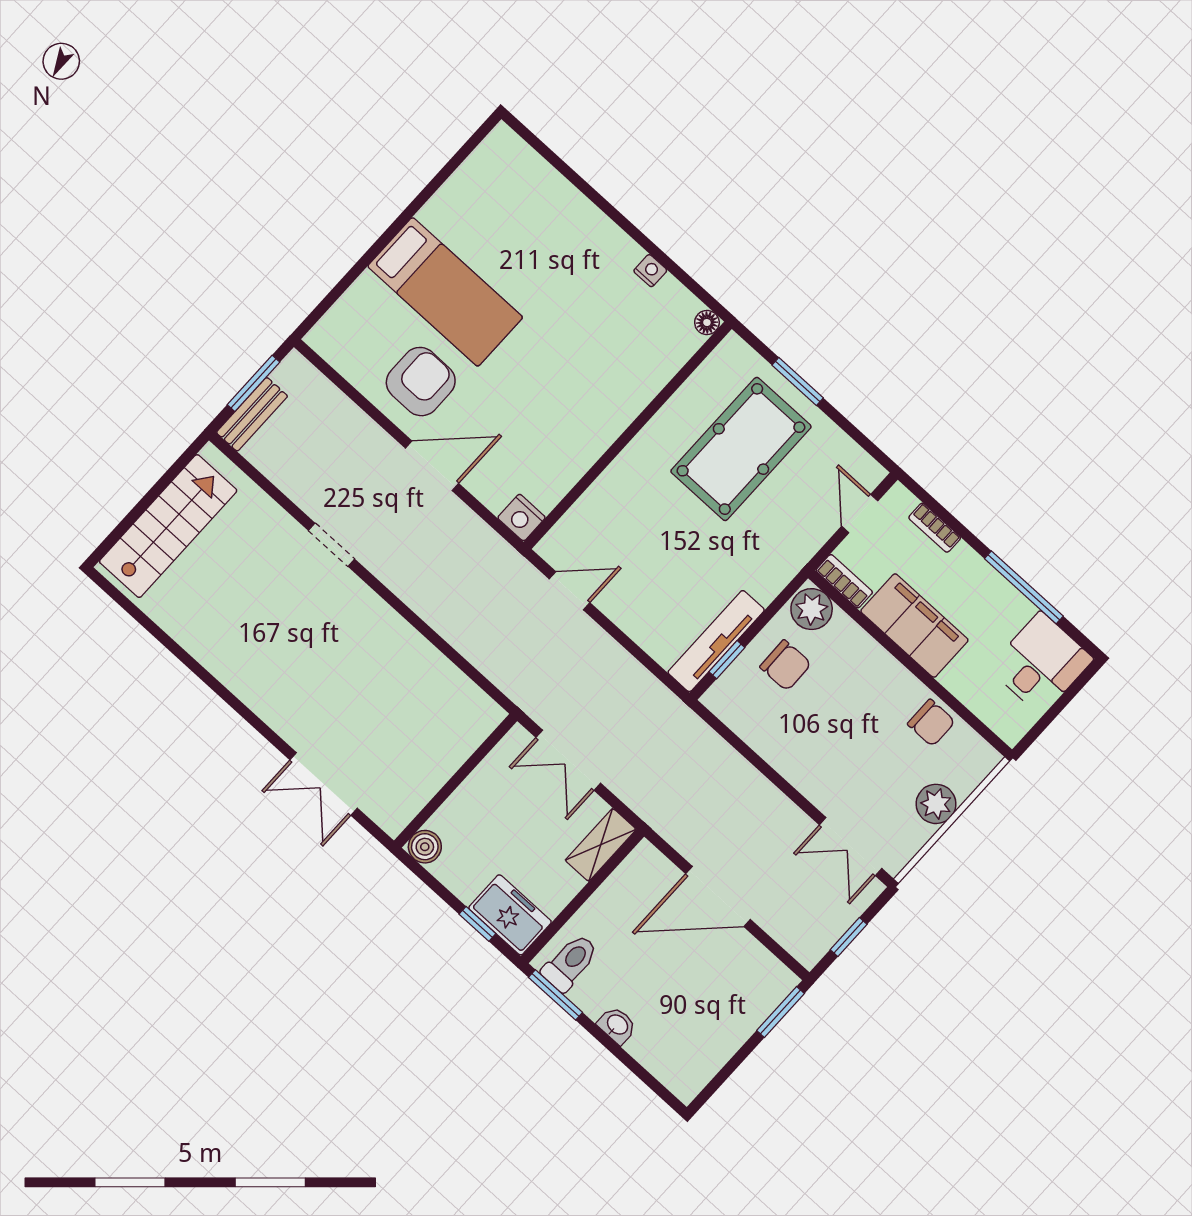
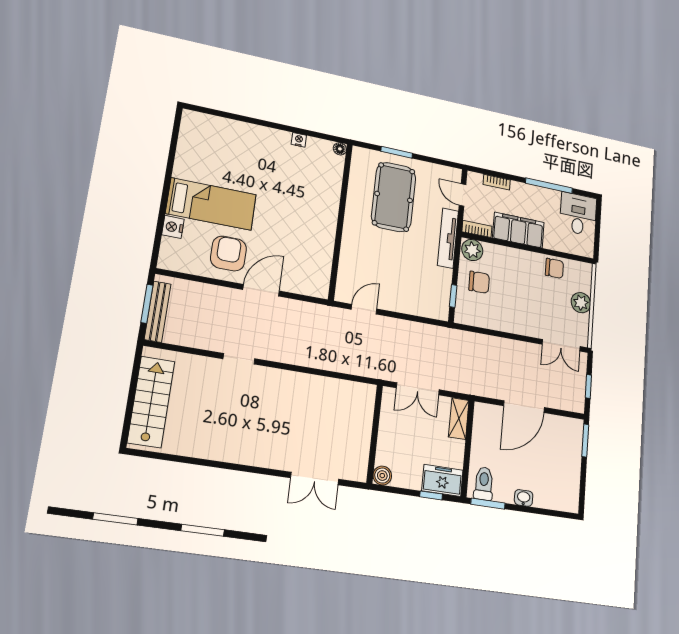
bench: (252, 414) -> (158, 312), width x1.36
nightstand: (522, 518) -> (173, 227), moved, turned 90
tv unit: (716, 641) -> (448, 238), moved

